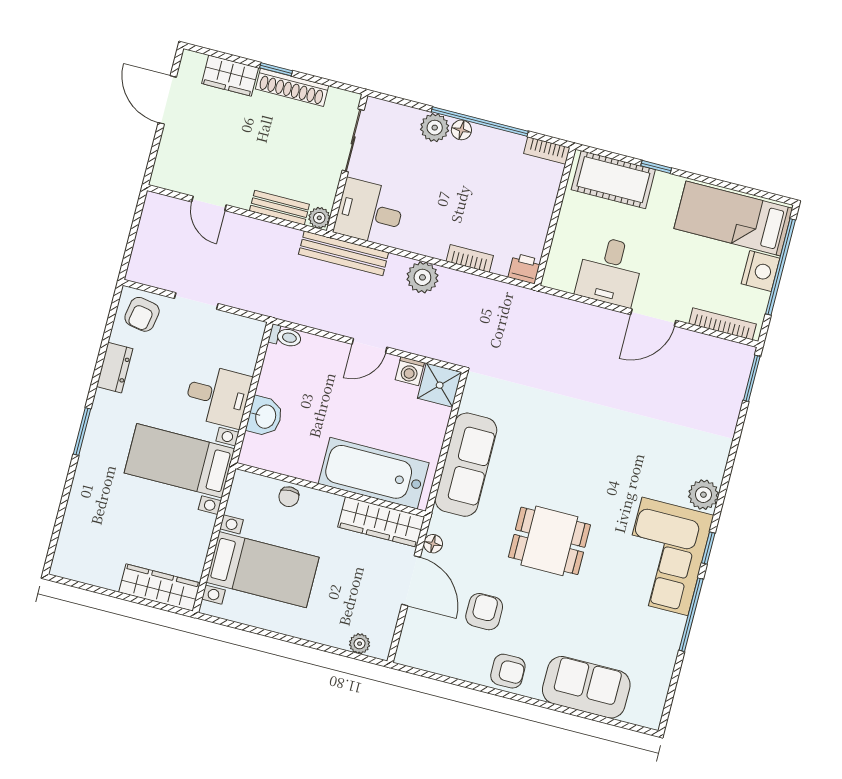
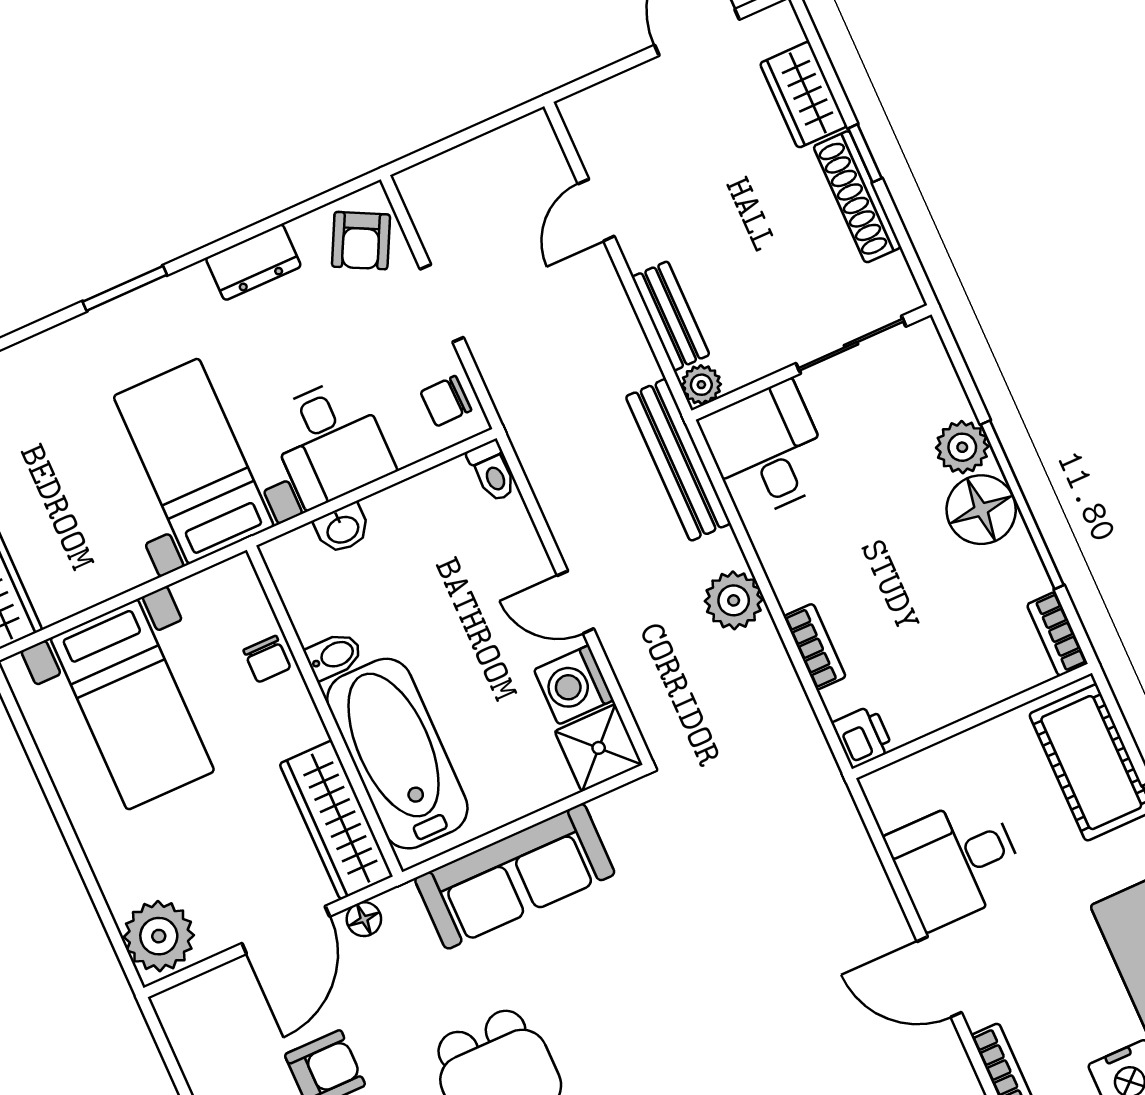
floor lamp: (461, 130) -> (981, 510), width x1.89, depth x1.89
armchair: (142, 314) -> (361, 241), turned -73
chair: (239, 333) -> (446, 401), added
washing machine: (410, 371) -> (574, 685), width x1.38, depth x1.38
washbasin: (265, 416) -> (342, 529), width x0.72, depth x0.69
bidet: (310, 467) -> (334, 656), added
chair: (289, 497) -> (267, 659), turned -90
plant: (360, 644) -> (159, 936), width x1.87, depth x1.87

